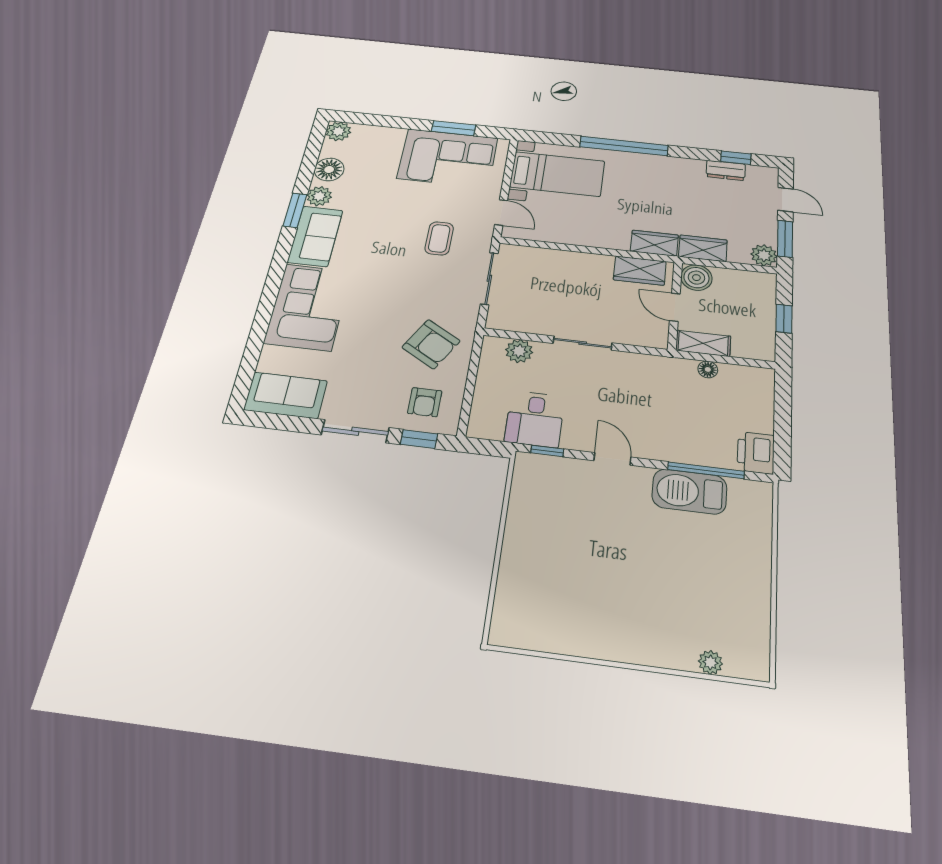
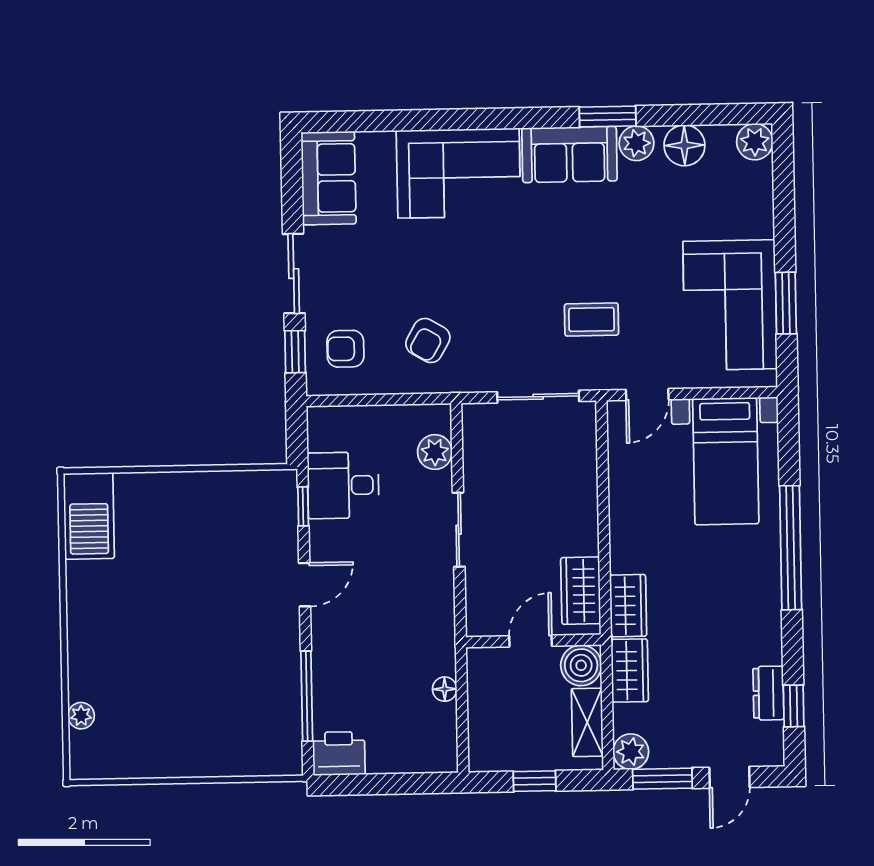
shelving: (703, 343) -> (587, 722), moved
armchair: (431, 344) -> (428, 340), width x0.72, depth x0.72
barbecue: (689, 492) -> (89, 516), moved, turned 180

